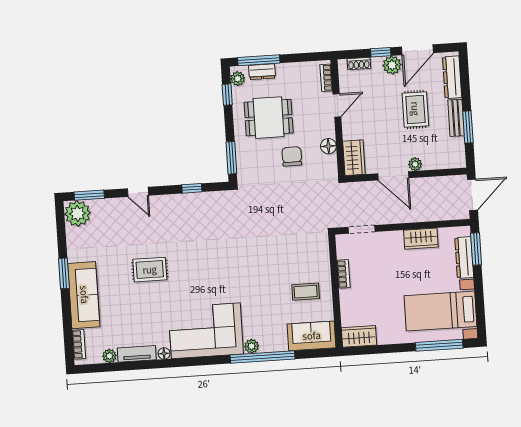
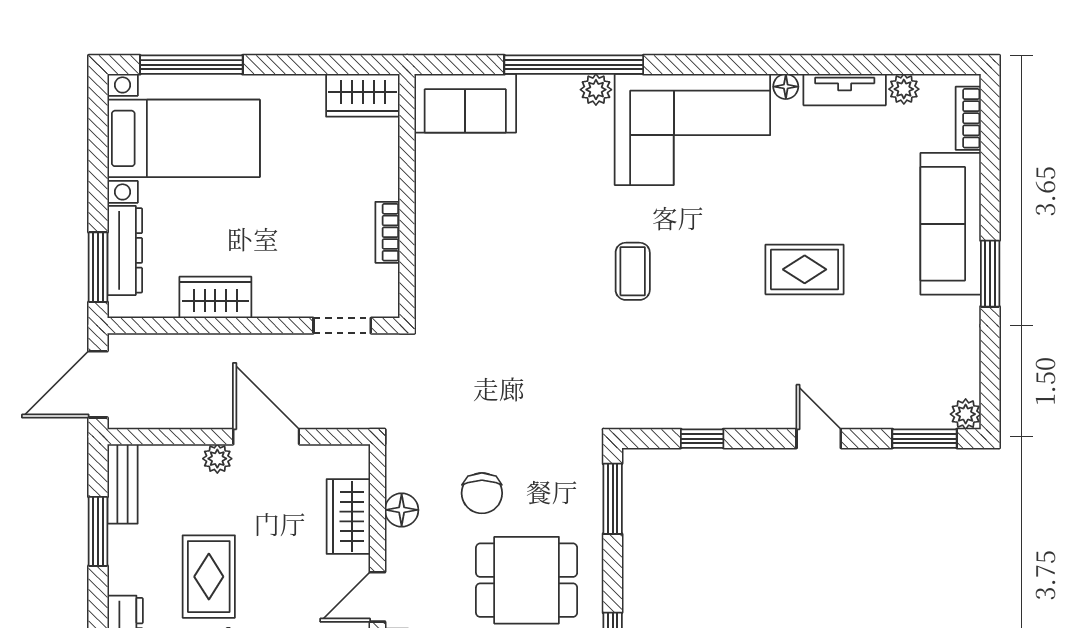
bench: (456, 118) -> (122, 484), moved
wardrobe: (354, 158) -> (348, 517), moved
plant: (78, 213) -> (966, 414), width x0.53, depth x0.53
coffee table: (306, 292) -> (633, 271), moved, turned 90

